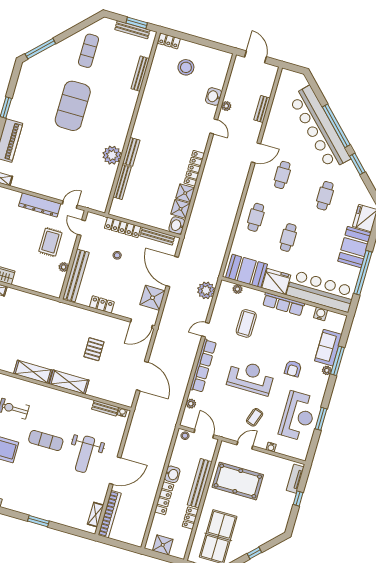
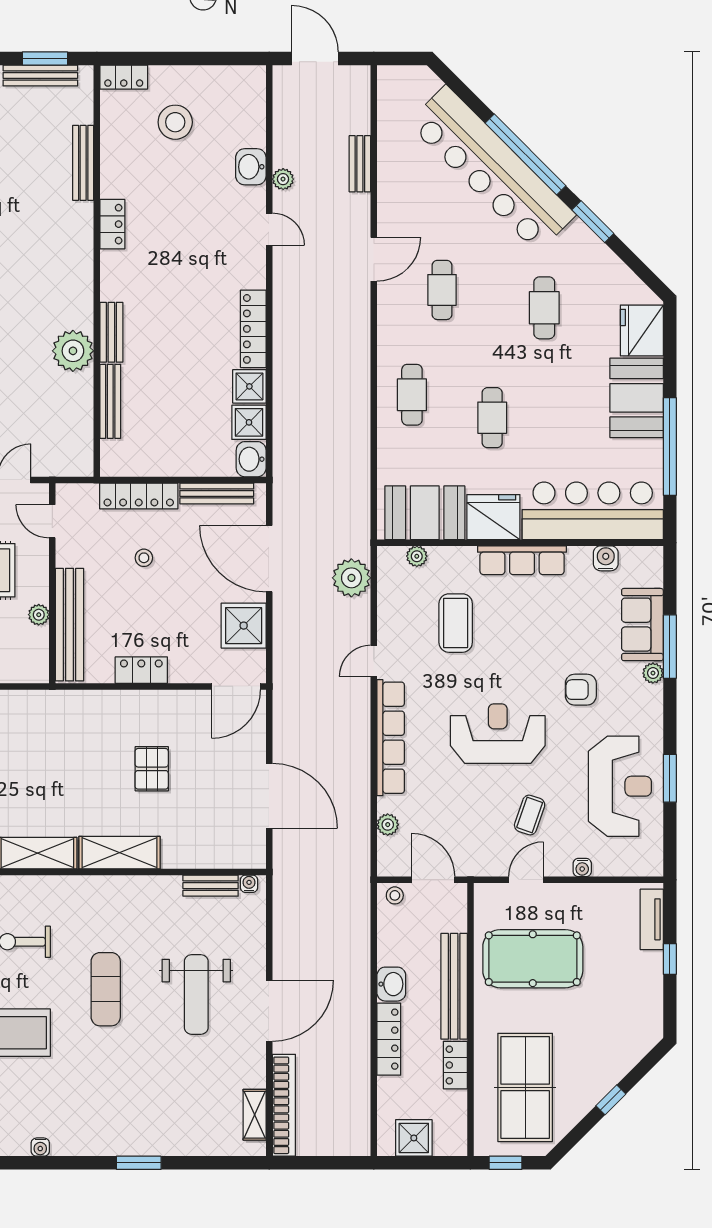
locker: (145, 104) -> (112, 224), added
armchair: (293, 369) -> (581, 690), turned 90
exercise mat: (46, 440) -> (106, 989), turned 90

